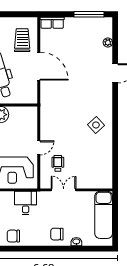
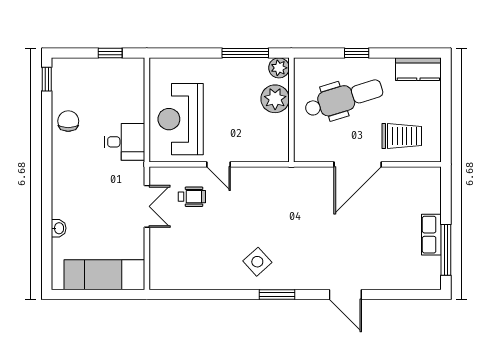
row of seats: (52, 23) -> (431, 235), moved
plant: (108, 43) -> (398, 282), removed
window: (115, 113) -> (277, 294), added
chair: (57, 234) -> (72, 195), removed

